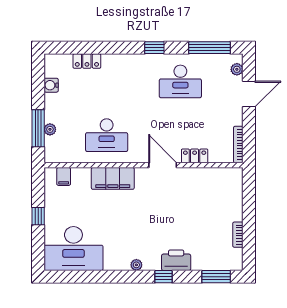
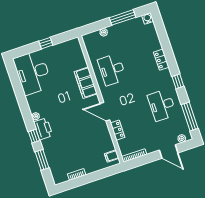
locker: (87, 61) -> (161, 60), moved
water cooler: (51, 85) -> (148, 18), moved
window: (38, 128) -> (123, 17), moved
door: (163, 165) -> (105, 112), swing flipped
filing cabinet: (64, 176) -> (112, 156), moved
printer: (176, 260) -> (43, 129), moved
window: (216, 277) -> (42, 160), moved

